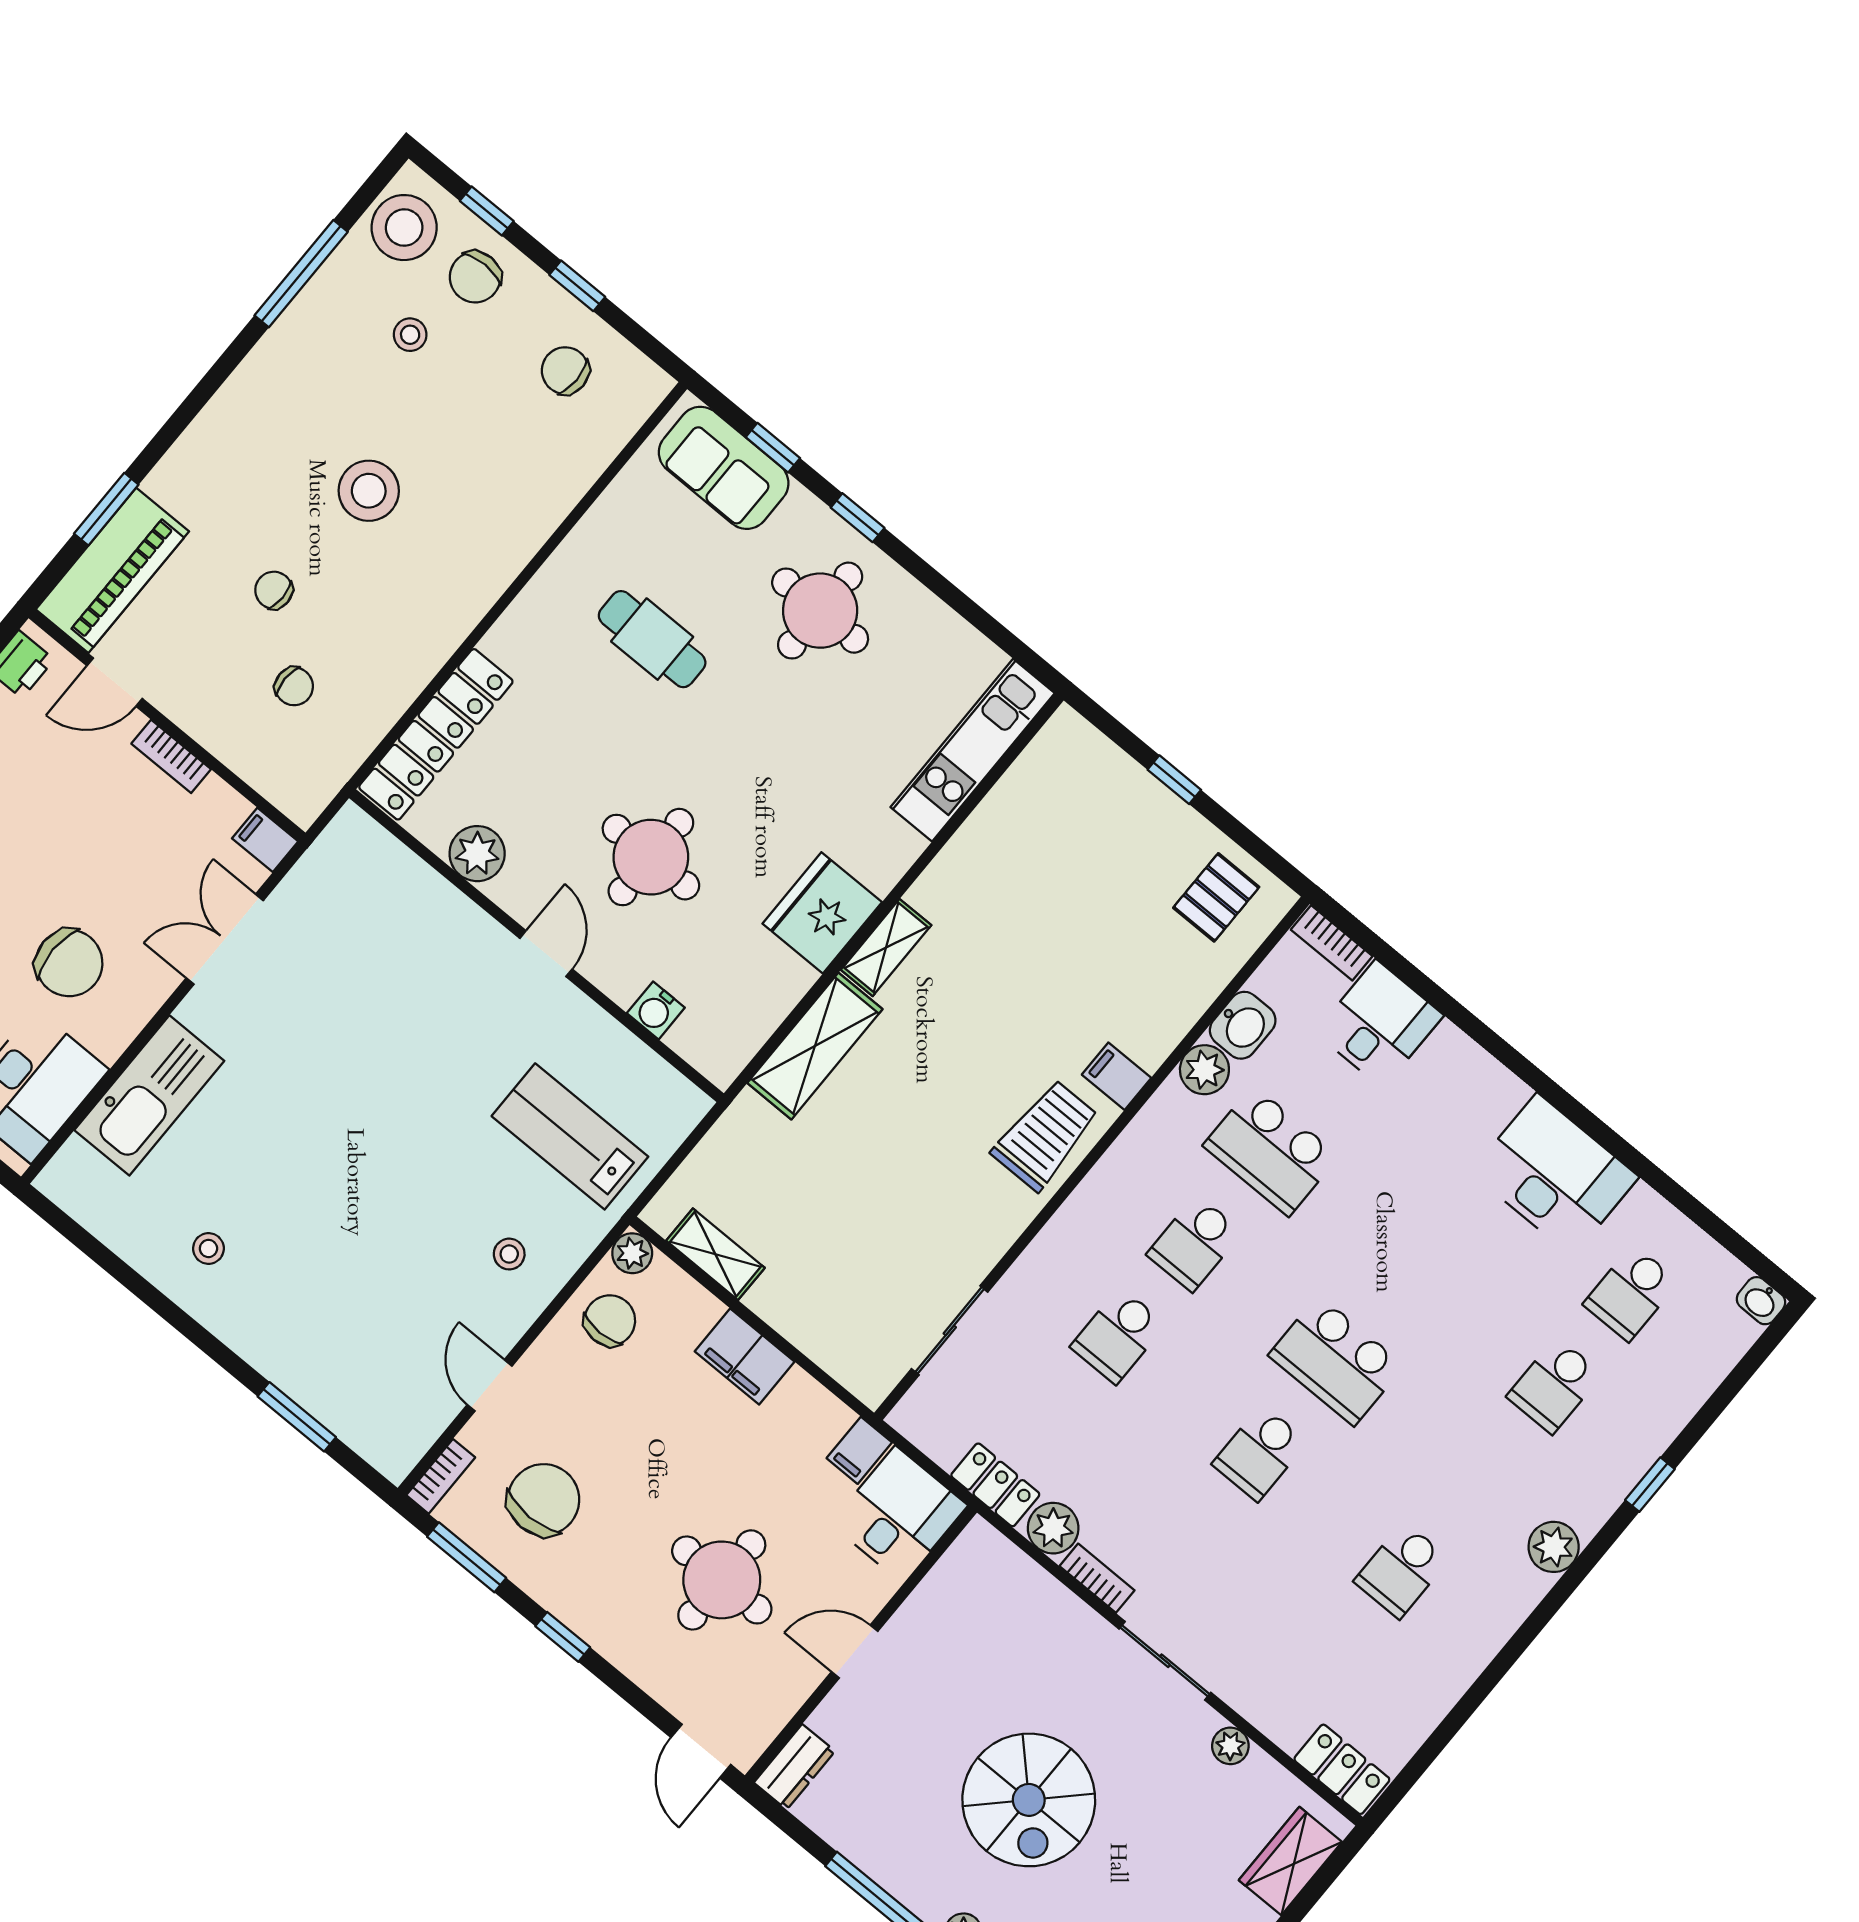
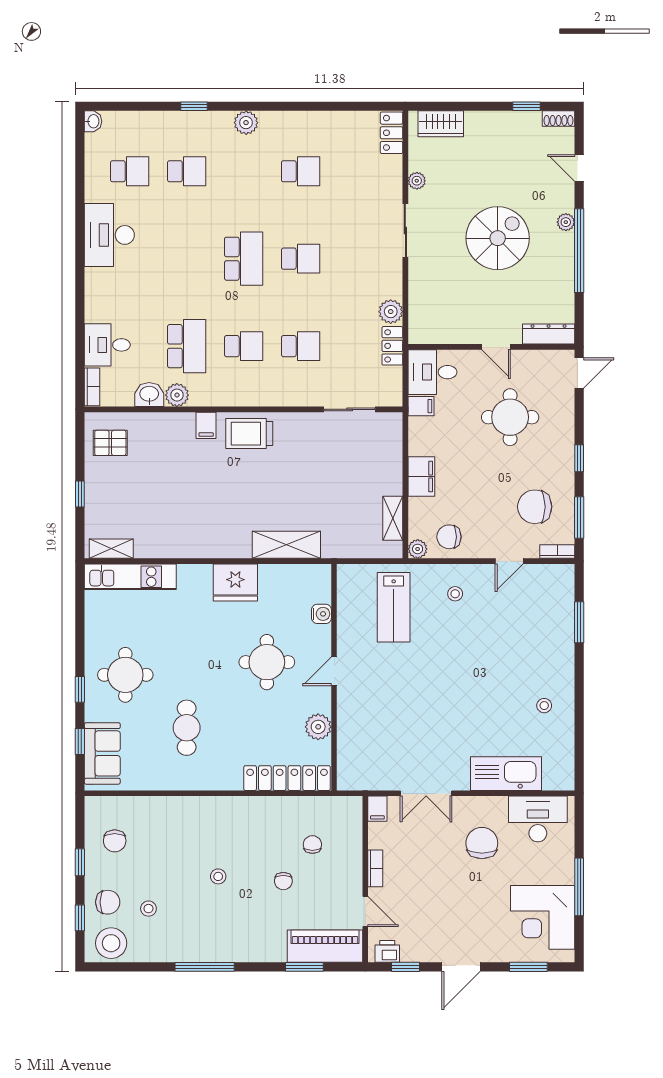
window: (301, 274) -> (205, 967), moved
stool: (369, 491) -> (218, 876), width x0.53, depth x0.53
shelving: (886, 947) -> (111, 549), moved
bookcase: (1097, 1578) -> (396, 280), removed
dresser: (794, 1767) -> (549, 334), width x1.44

